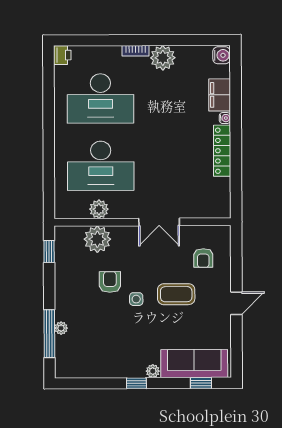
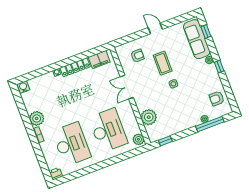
filing cabinet: (220, 95) -> (99, 60), moved
plant: (99, 209) -> (138, 139), moved
double door: (159, 222) -> (127, 87), swing flipped
armchair: (110, 282) -> (217, 99), moved

